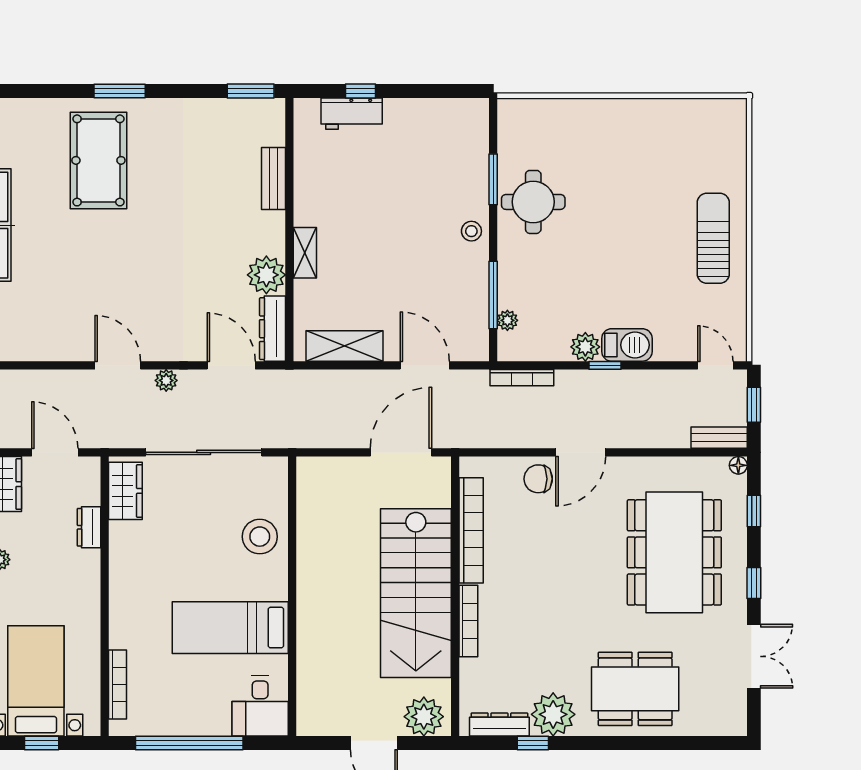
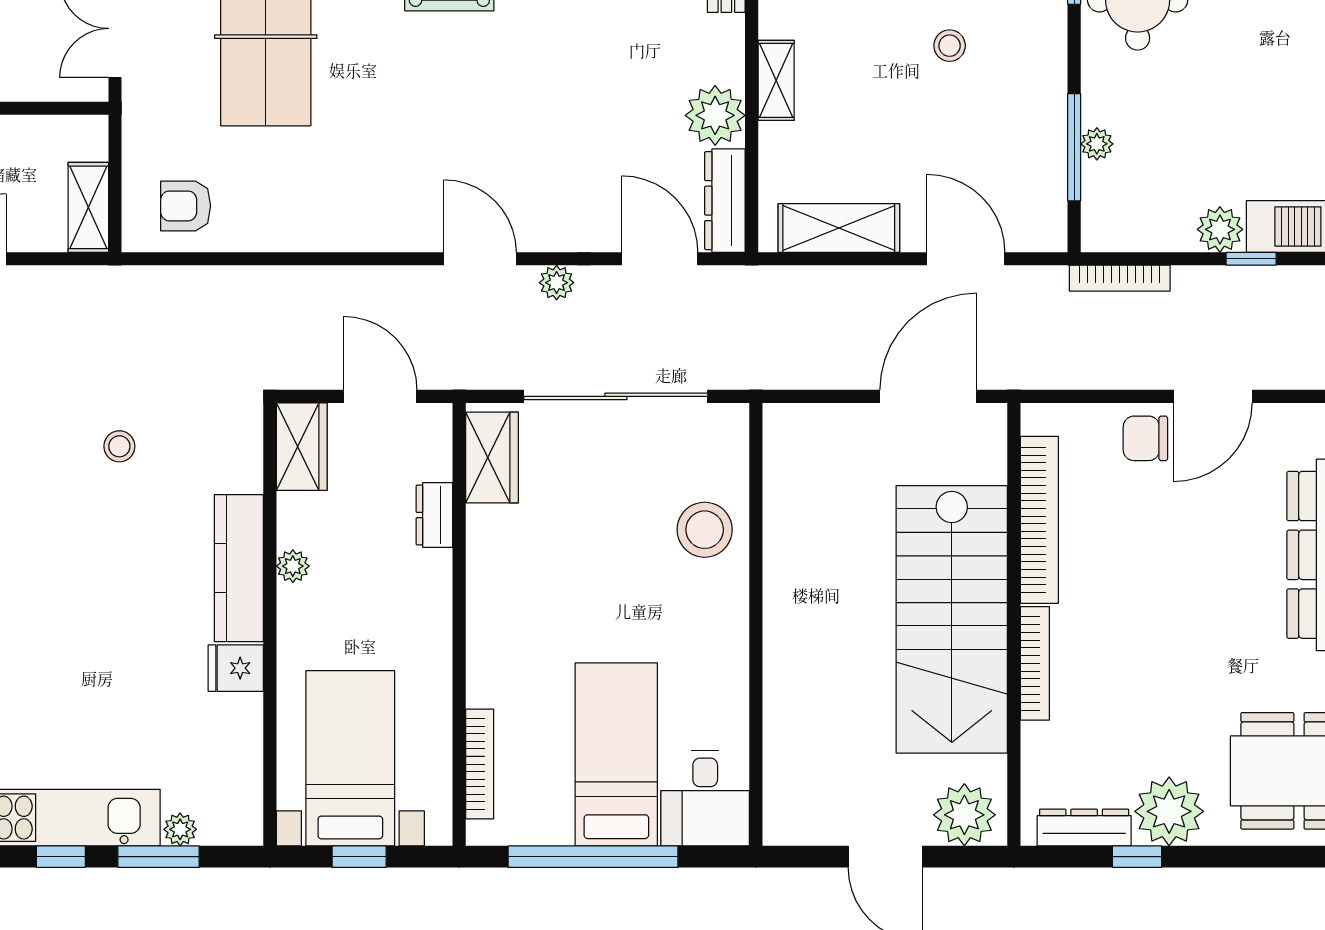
stool: (471, 231) -> (950, 46), moved
plant: (507, 320) -> (1097, 144), moved
bed: (230, 628) -> (616, 754), moved, turned 90

